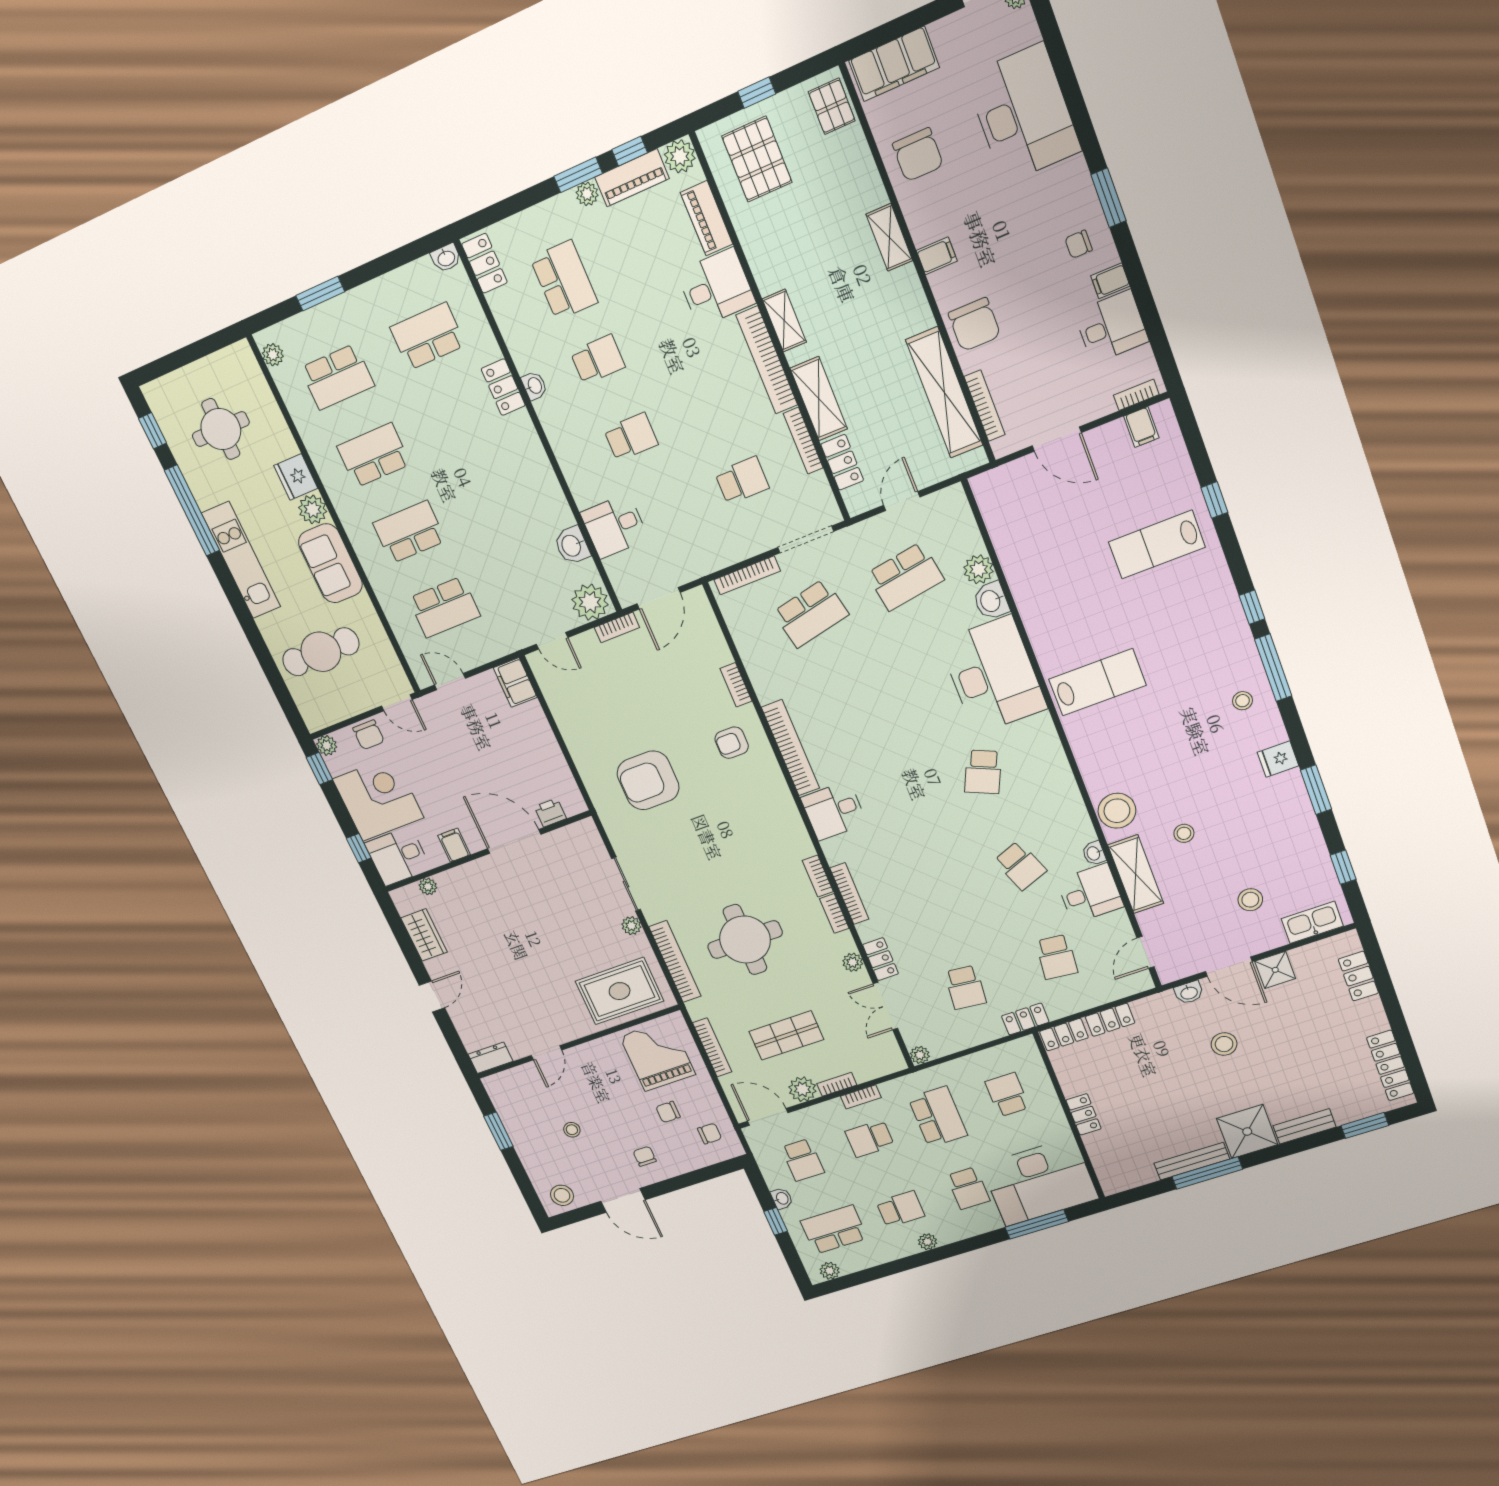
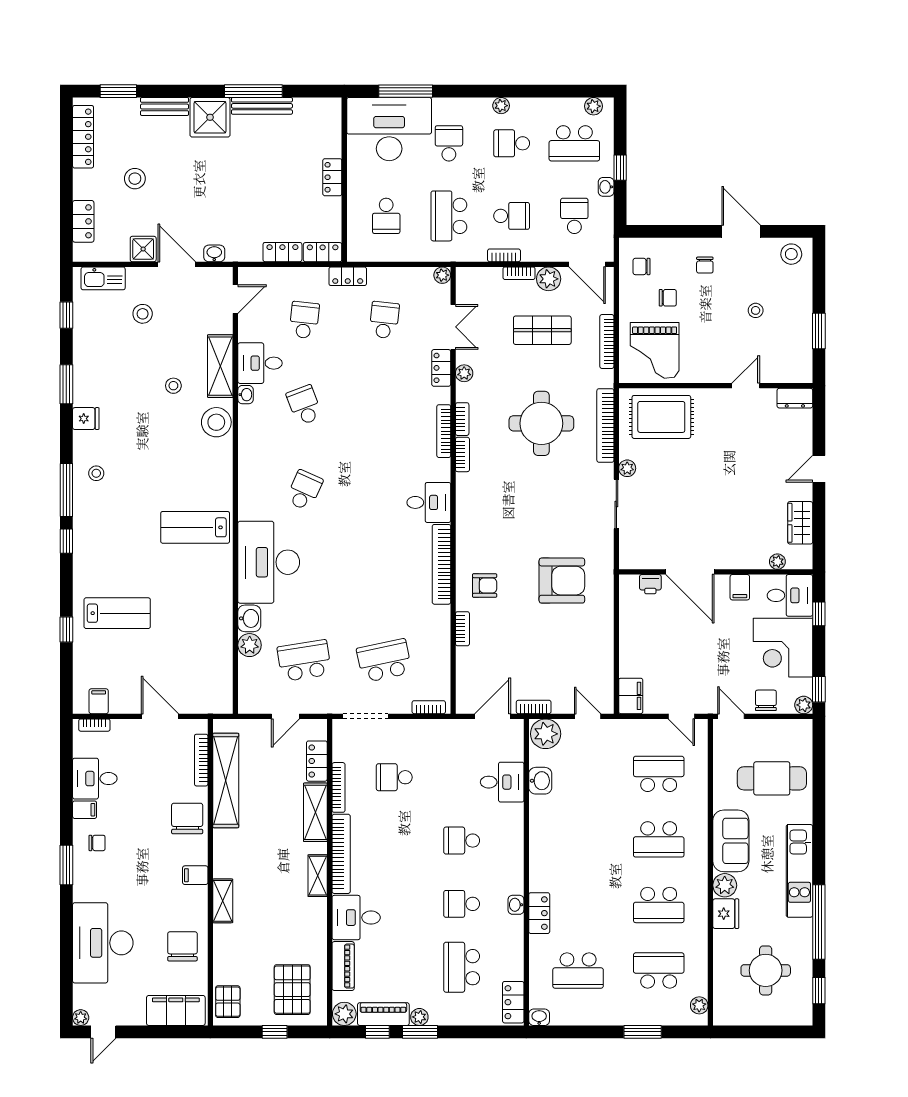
bookcase: (747, 575) -> (429, 707), width x0.64
stool: (1224, 1044) -> (135, 179), moved

